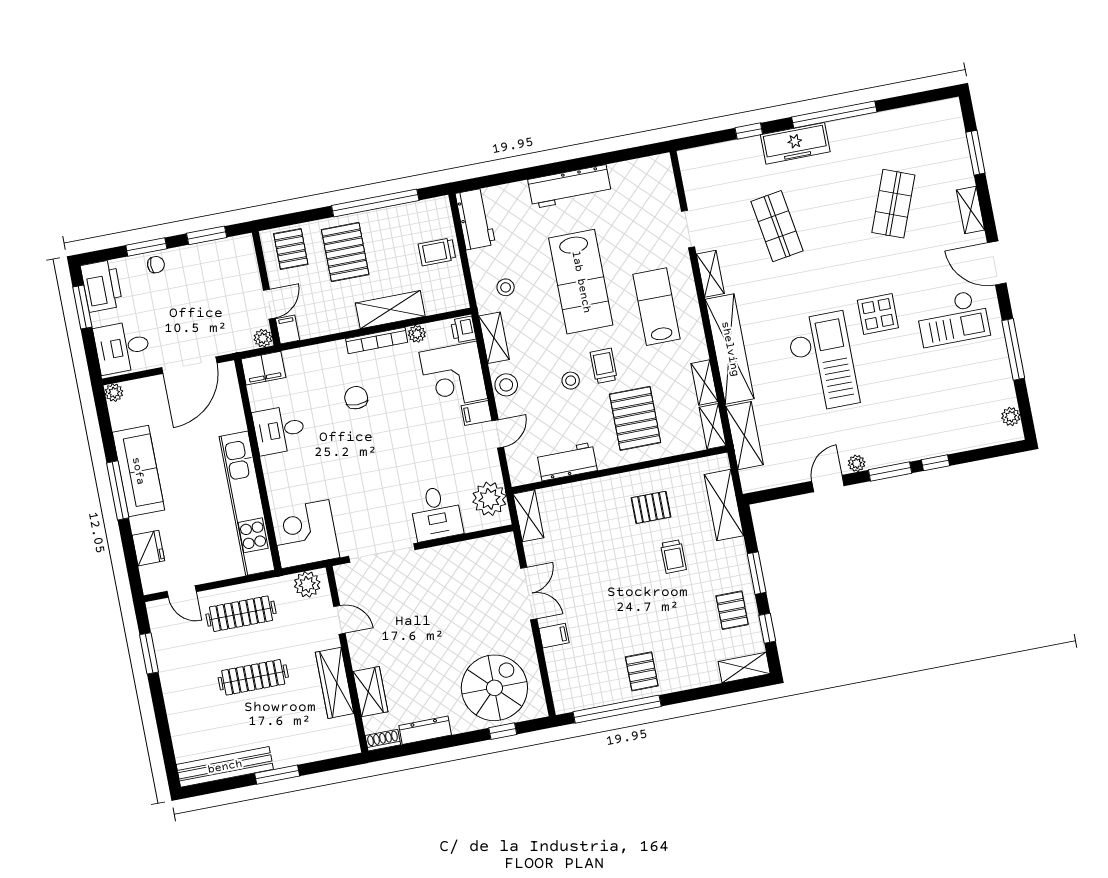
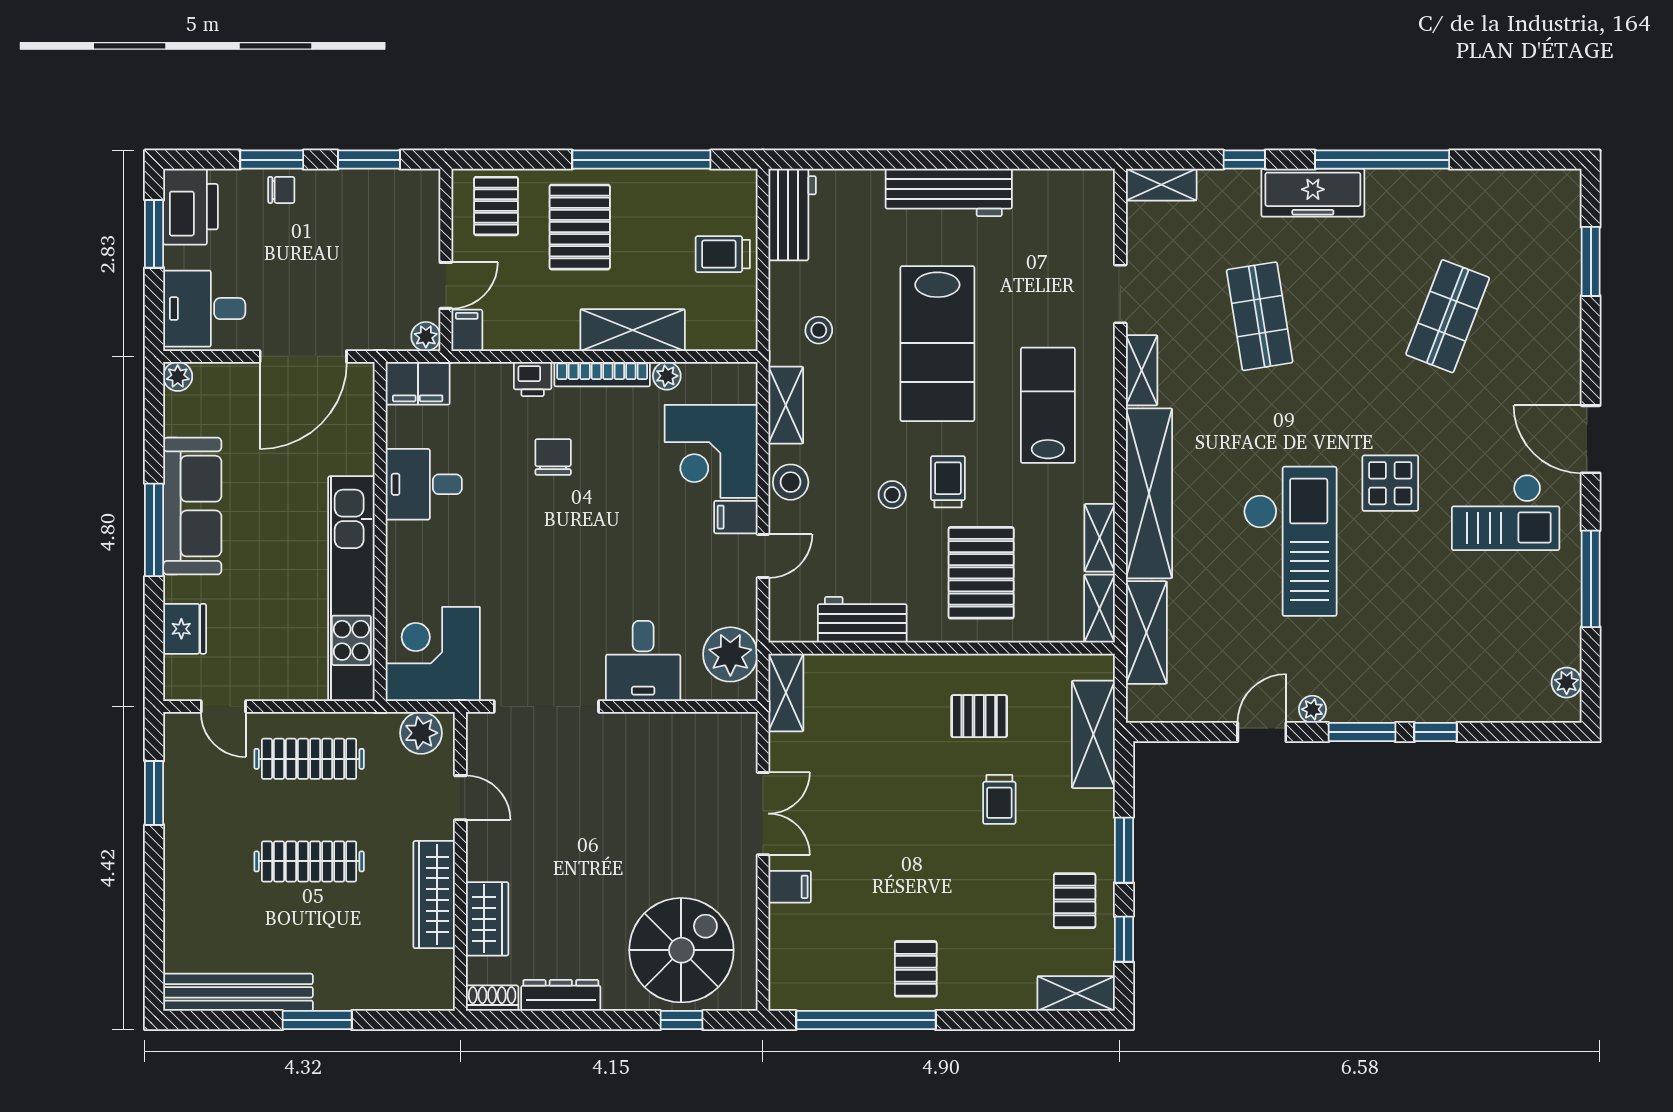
shelving: (970, 210) -> (1161, 185), moved, turned 90
printer: (463, 330) -> (533, 379), moved, turned -90

